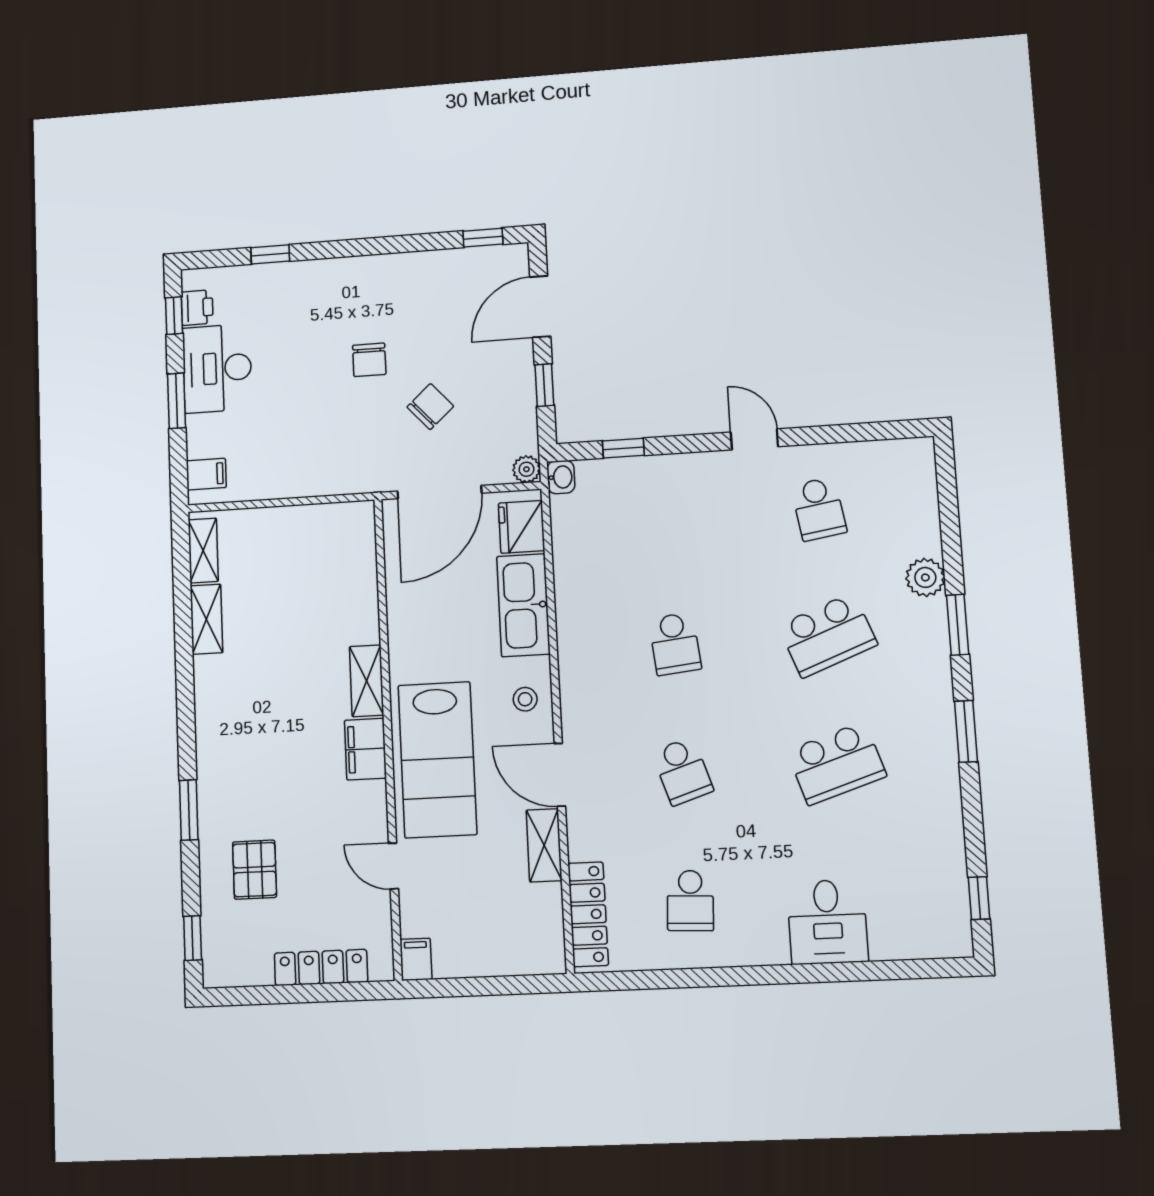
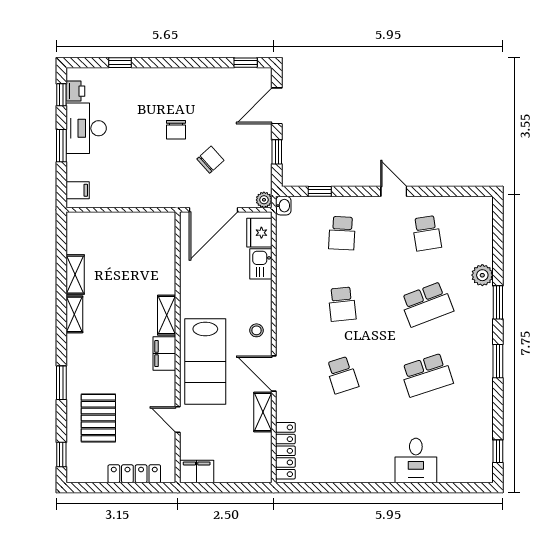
shelving: (203, 551) -> (74, 314), moved
kitchen sink: (523, 605) -> (261, 264), width x0.53, depth x0.81
pallet: (255, 870) -> (98, 418), width x1.50, depth x1.42
school desk: (690, 901) -> (342, 233), moved
filing cabinet: (416, 959) -> (197, 471), width x2.00

